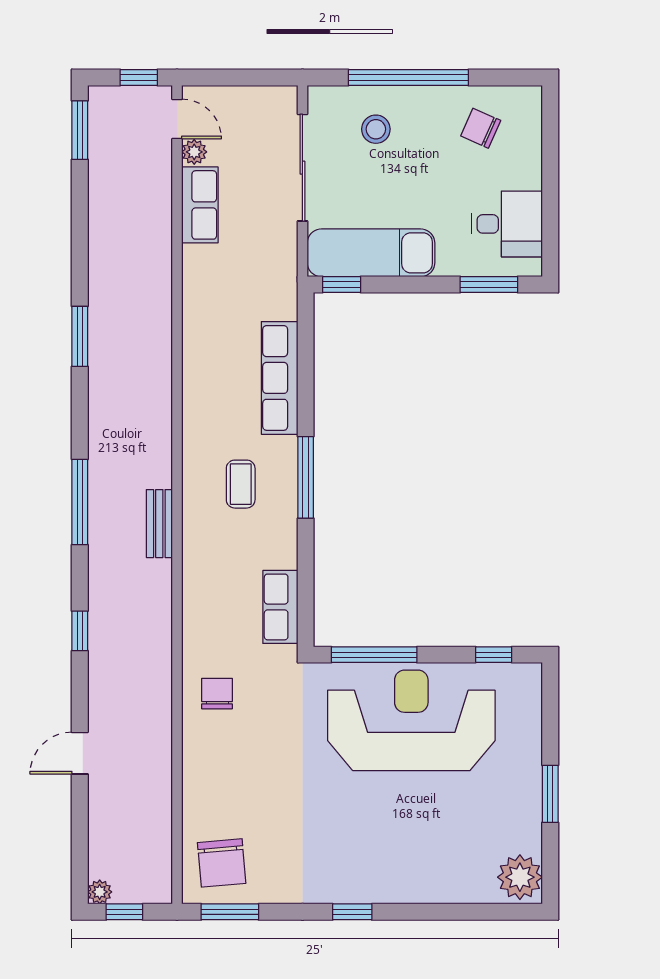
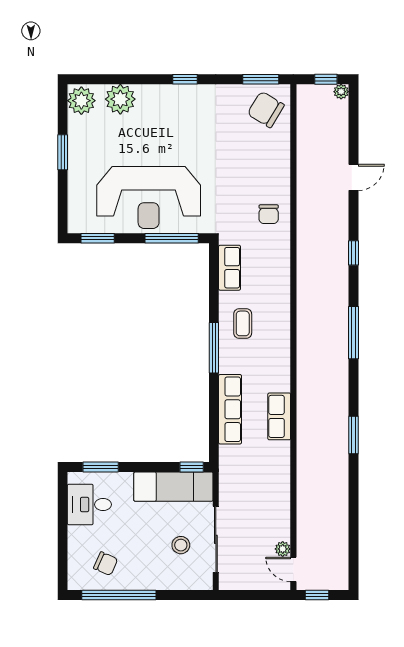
window: (408, 78) -> (119, 595), moved
stool: (376, 129) -> (181, 545), moved
window: (80, 130) -> (353, 562), removed
row of seats: (200, 205) -> (279, 416), moved
coffee table: (241, 484) -> (243, 323), moved
bench: (159, 524) -> (304, 319), removed
window: (494, 655) -> (98, 238), width x1.50
chair: (222, 863) -> (266, 109), turned -54
plant: (457, 880) -> (120, 99), added

